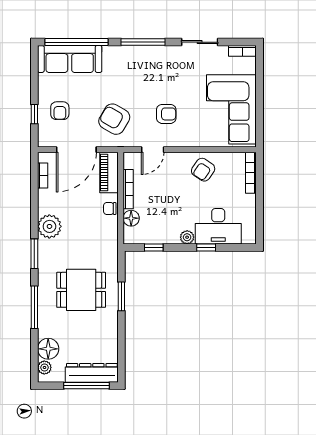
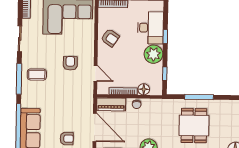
coffee table: (150, 67) -> (37, 75), added
armchair: (114, 119) -> (73, 100), removed
plant: (187, 237) -> (153, 54), width x1.88, depth x1.88
window: (121, 296) -> (199, 97), width x1.44

